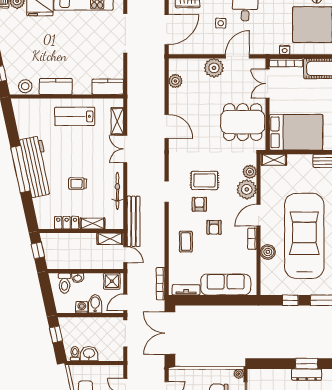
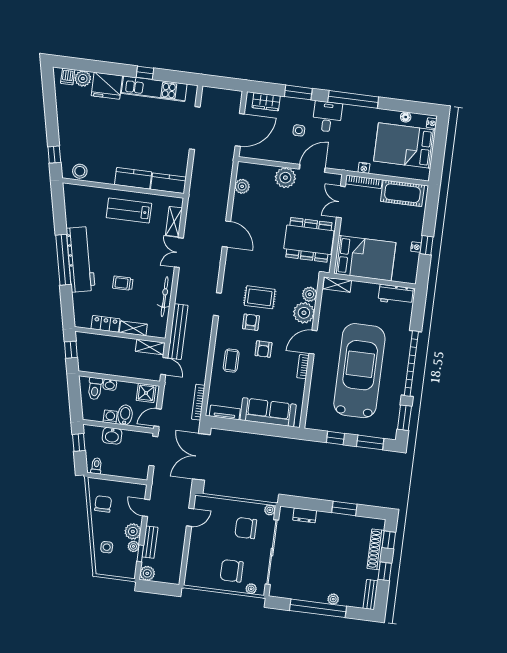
kitchen counter: (56, 86) -> (133, 178), moved
boiler: (268, 252) -> (318, 383), removed
washbasin: (89, 354) -> (112, 436), moved, turned 180
dresser: (307, 375) -> (305, 515), moved, width x0.70

